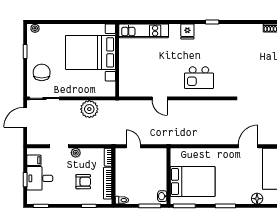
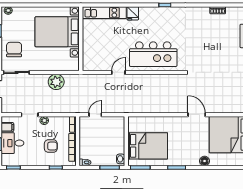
fridge: (187, 31) -> (133, 13), moved
kitchen island: (199, 78) -> (153, 54), width x1.87, depth x1.28
door: (160, 98) -> (118, 72), swing flipped
door: (133, 146) -> (95, 115), hinge flipped
door: (248, 146) -> (197, 115), hinge flipped

